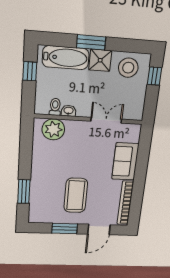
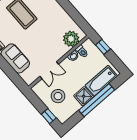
window: (91, 42) -> (97, 100), width x2.11
stool: (128, 68) -> (58, 96), moved
window: (30, 71) -> (103, 47), moved

